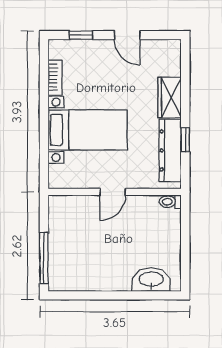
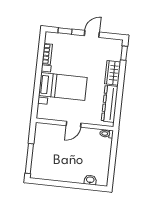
door: (127, 35) -> (92, 34), swing flipped
window: (185, 140) -> (124, 53), moved
washbasin: (151, 280) -> (90, 180), width x0.52, depth x0.69

